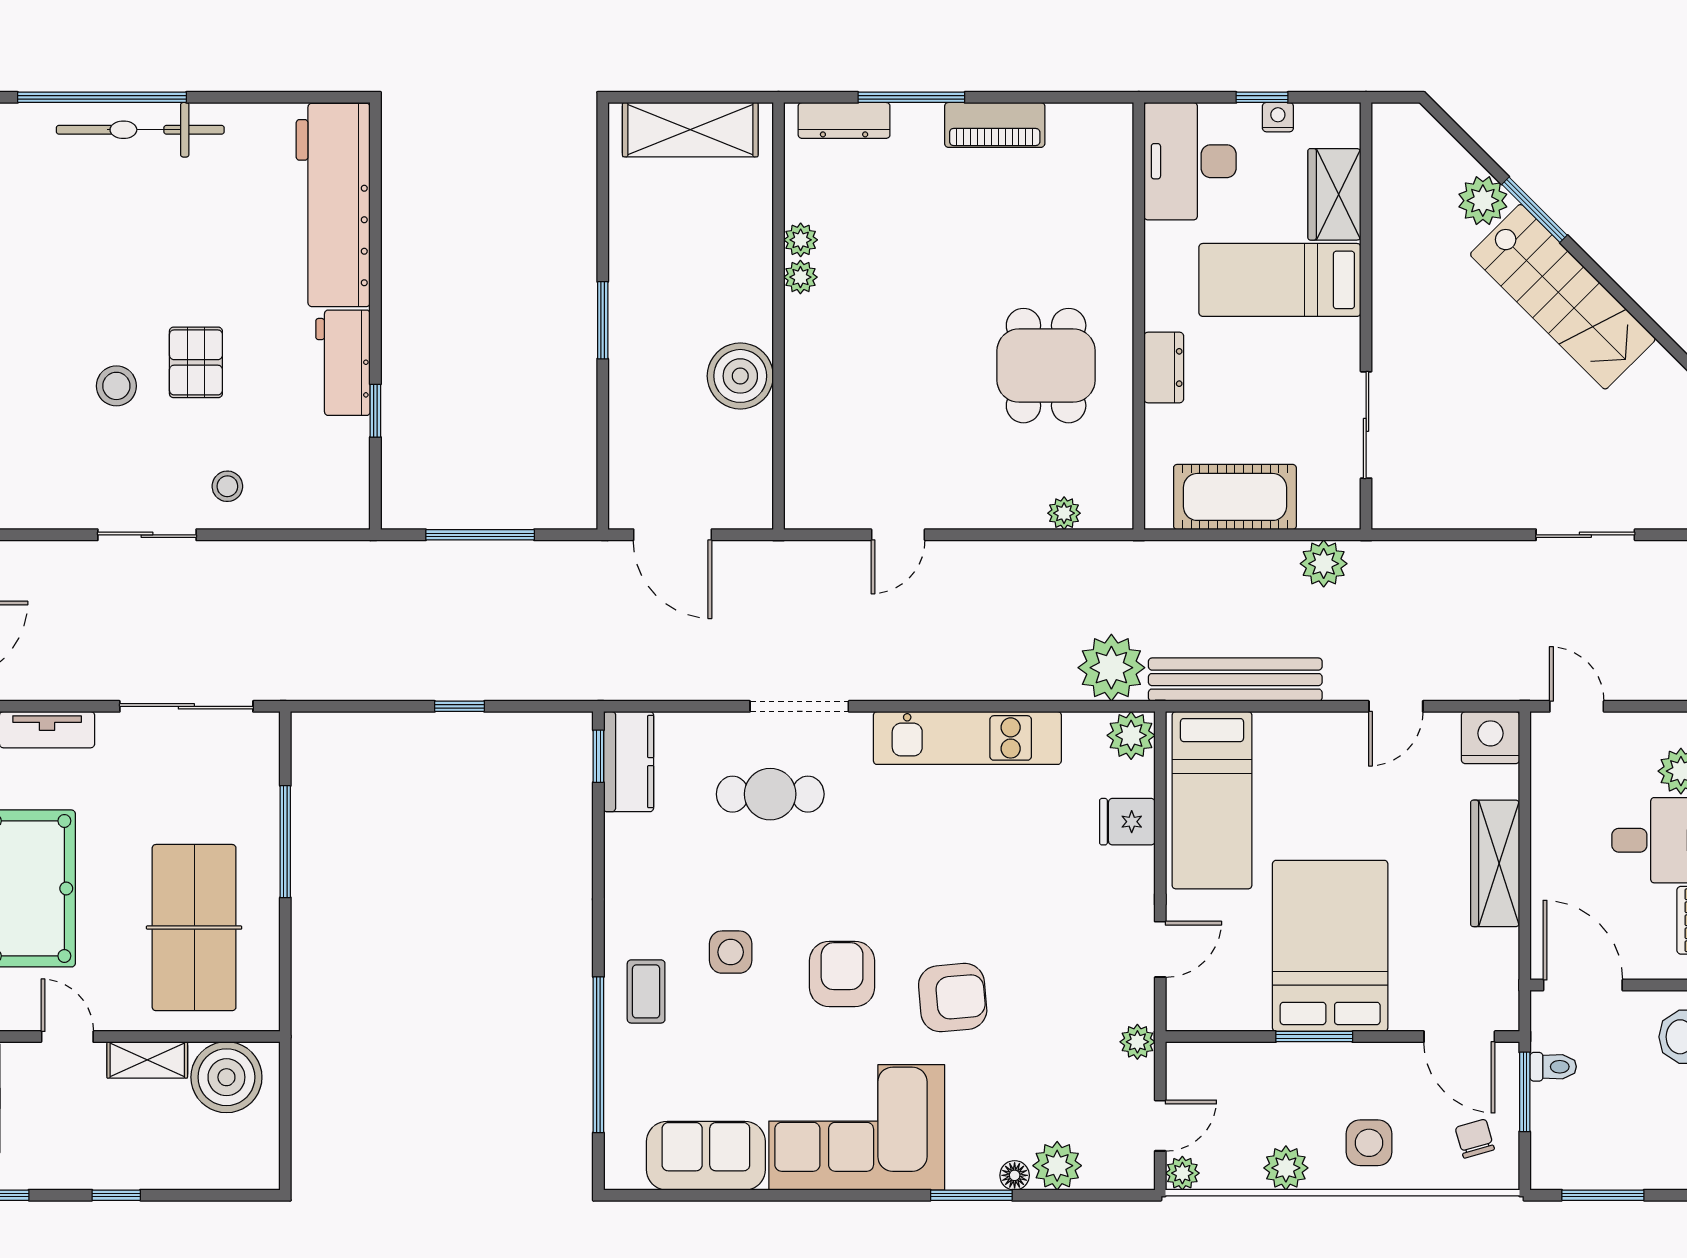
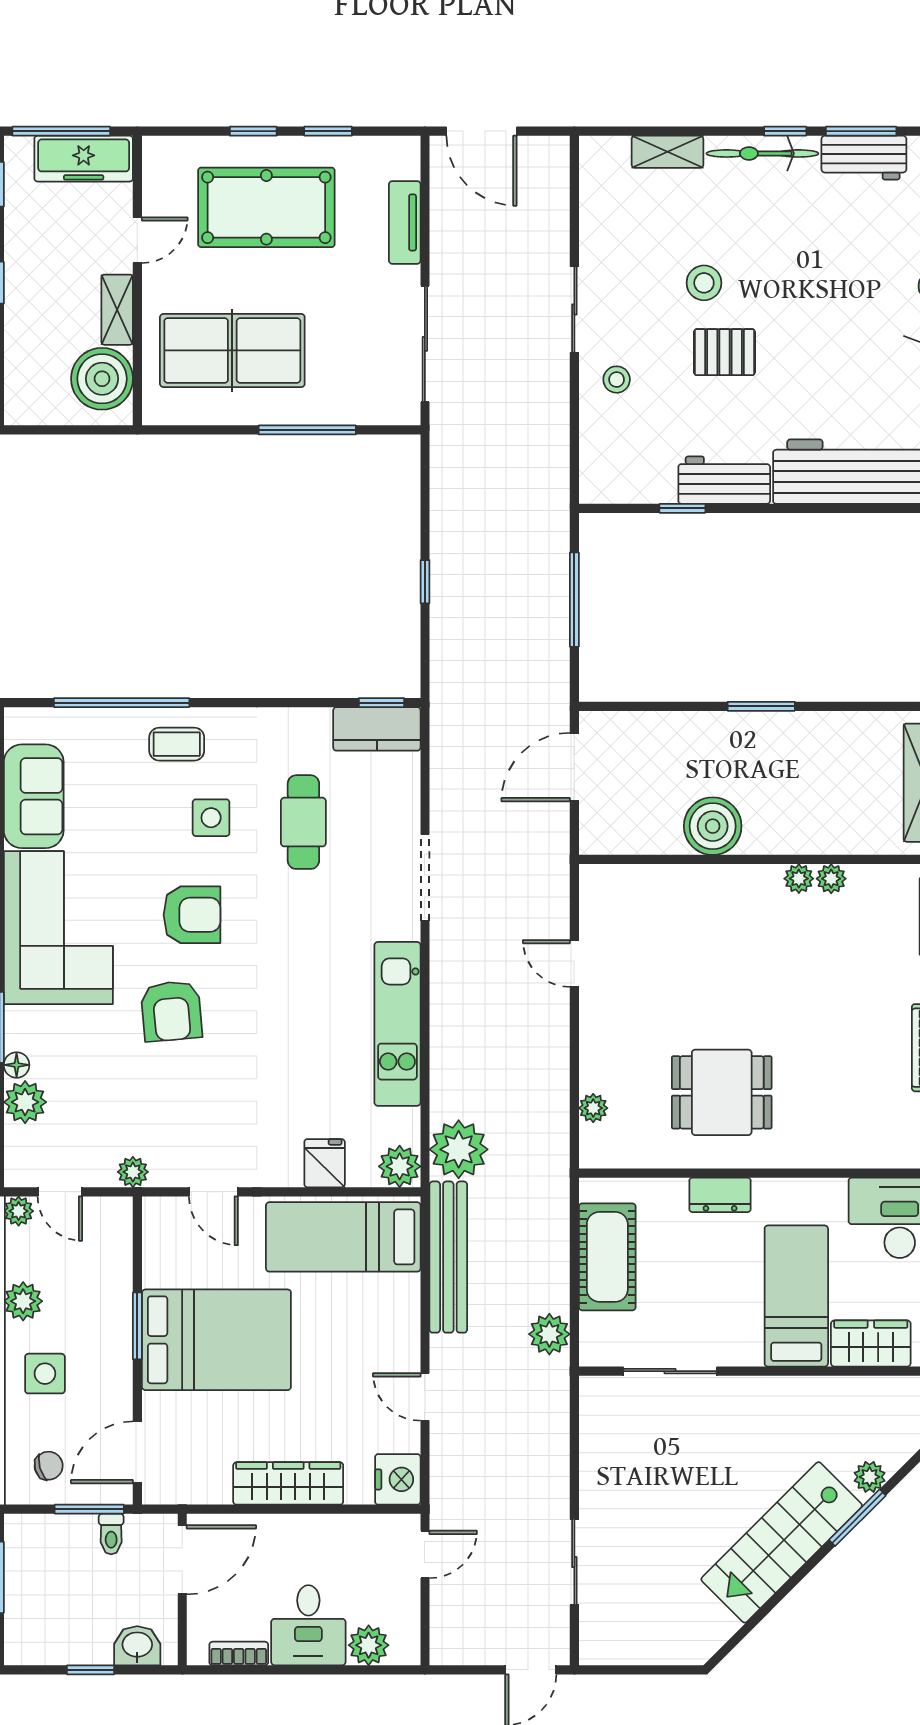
plant: (1483, 201) -> (870, 1477), width x0.73, depth x0.73
cafe table: (770, 794) -> (303, 822), moved

